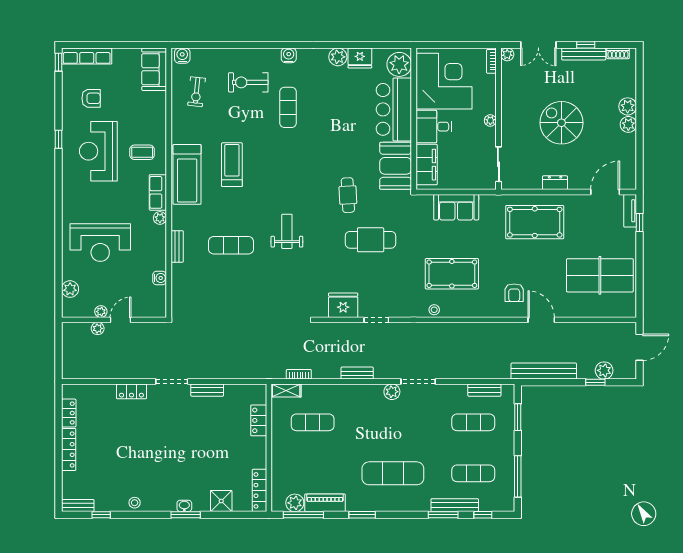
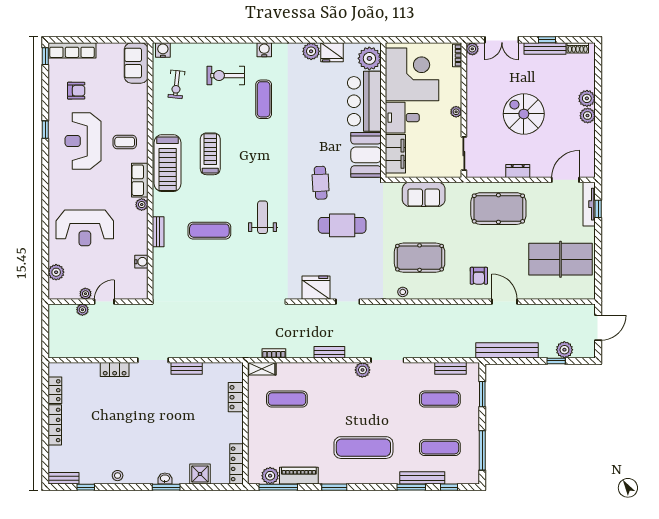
tv unit: (630, 211) -> (589, 204), width x1.41

